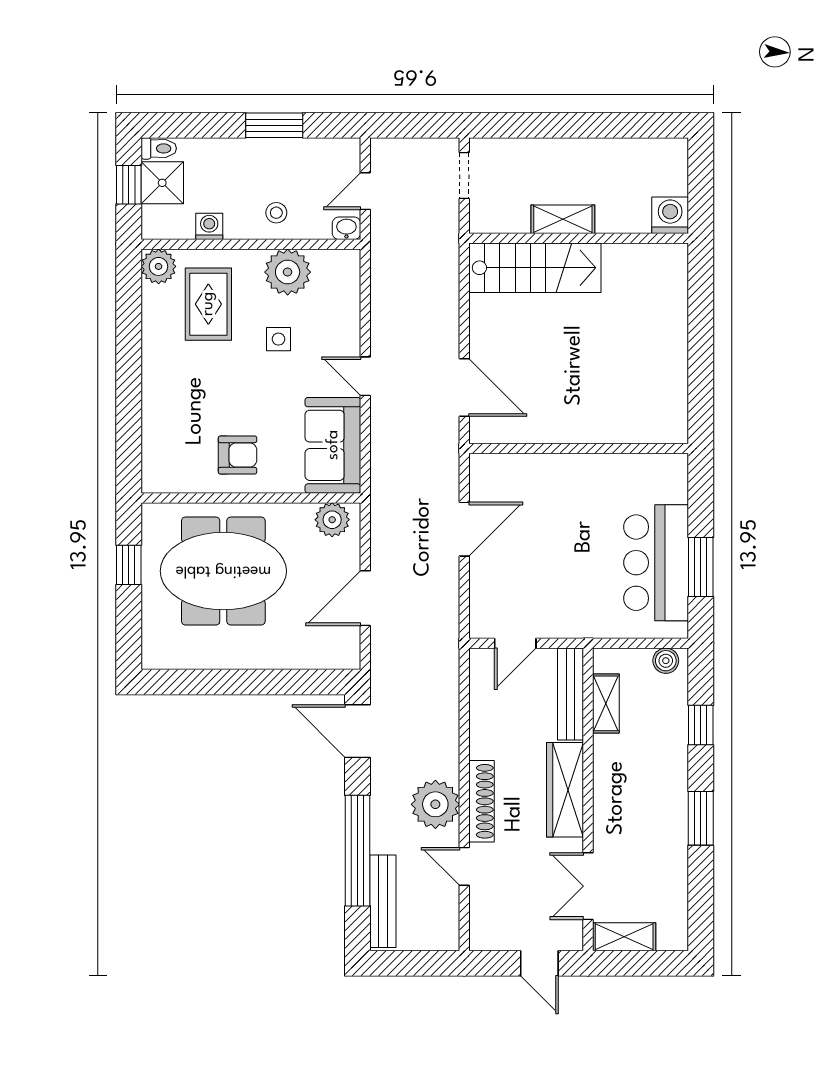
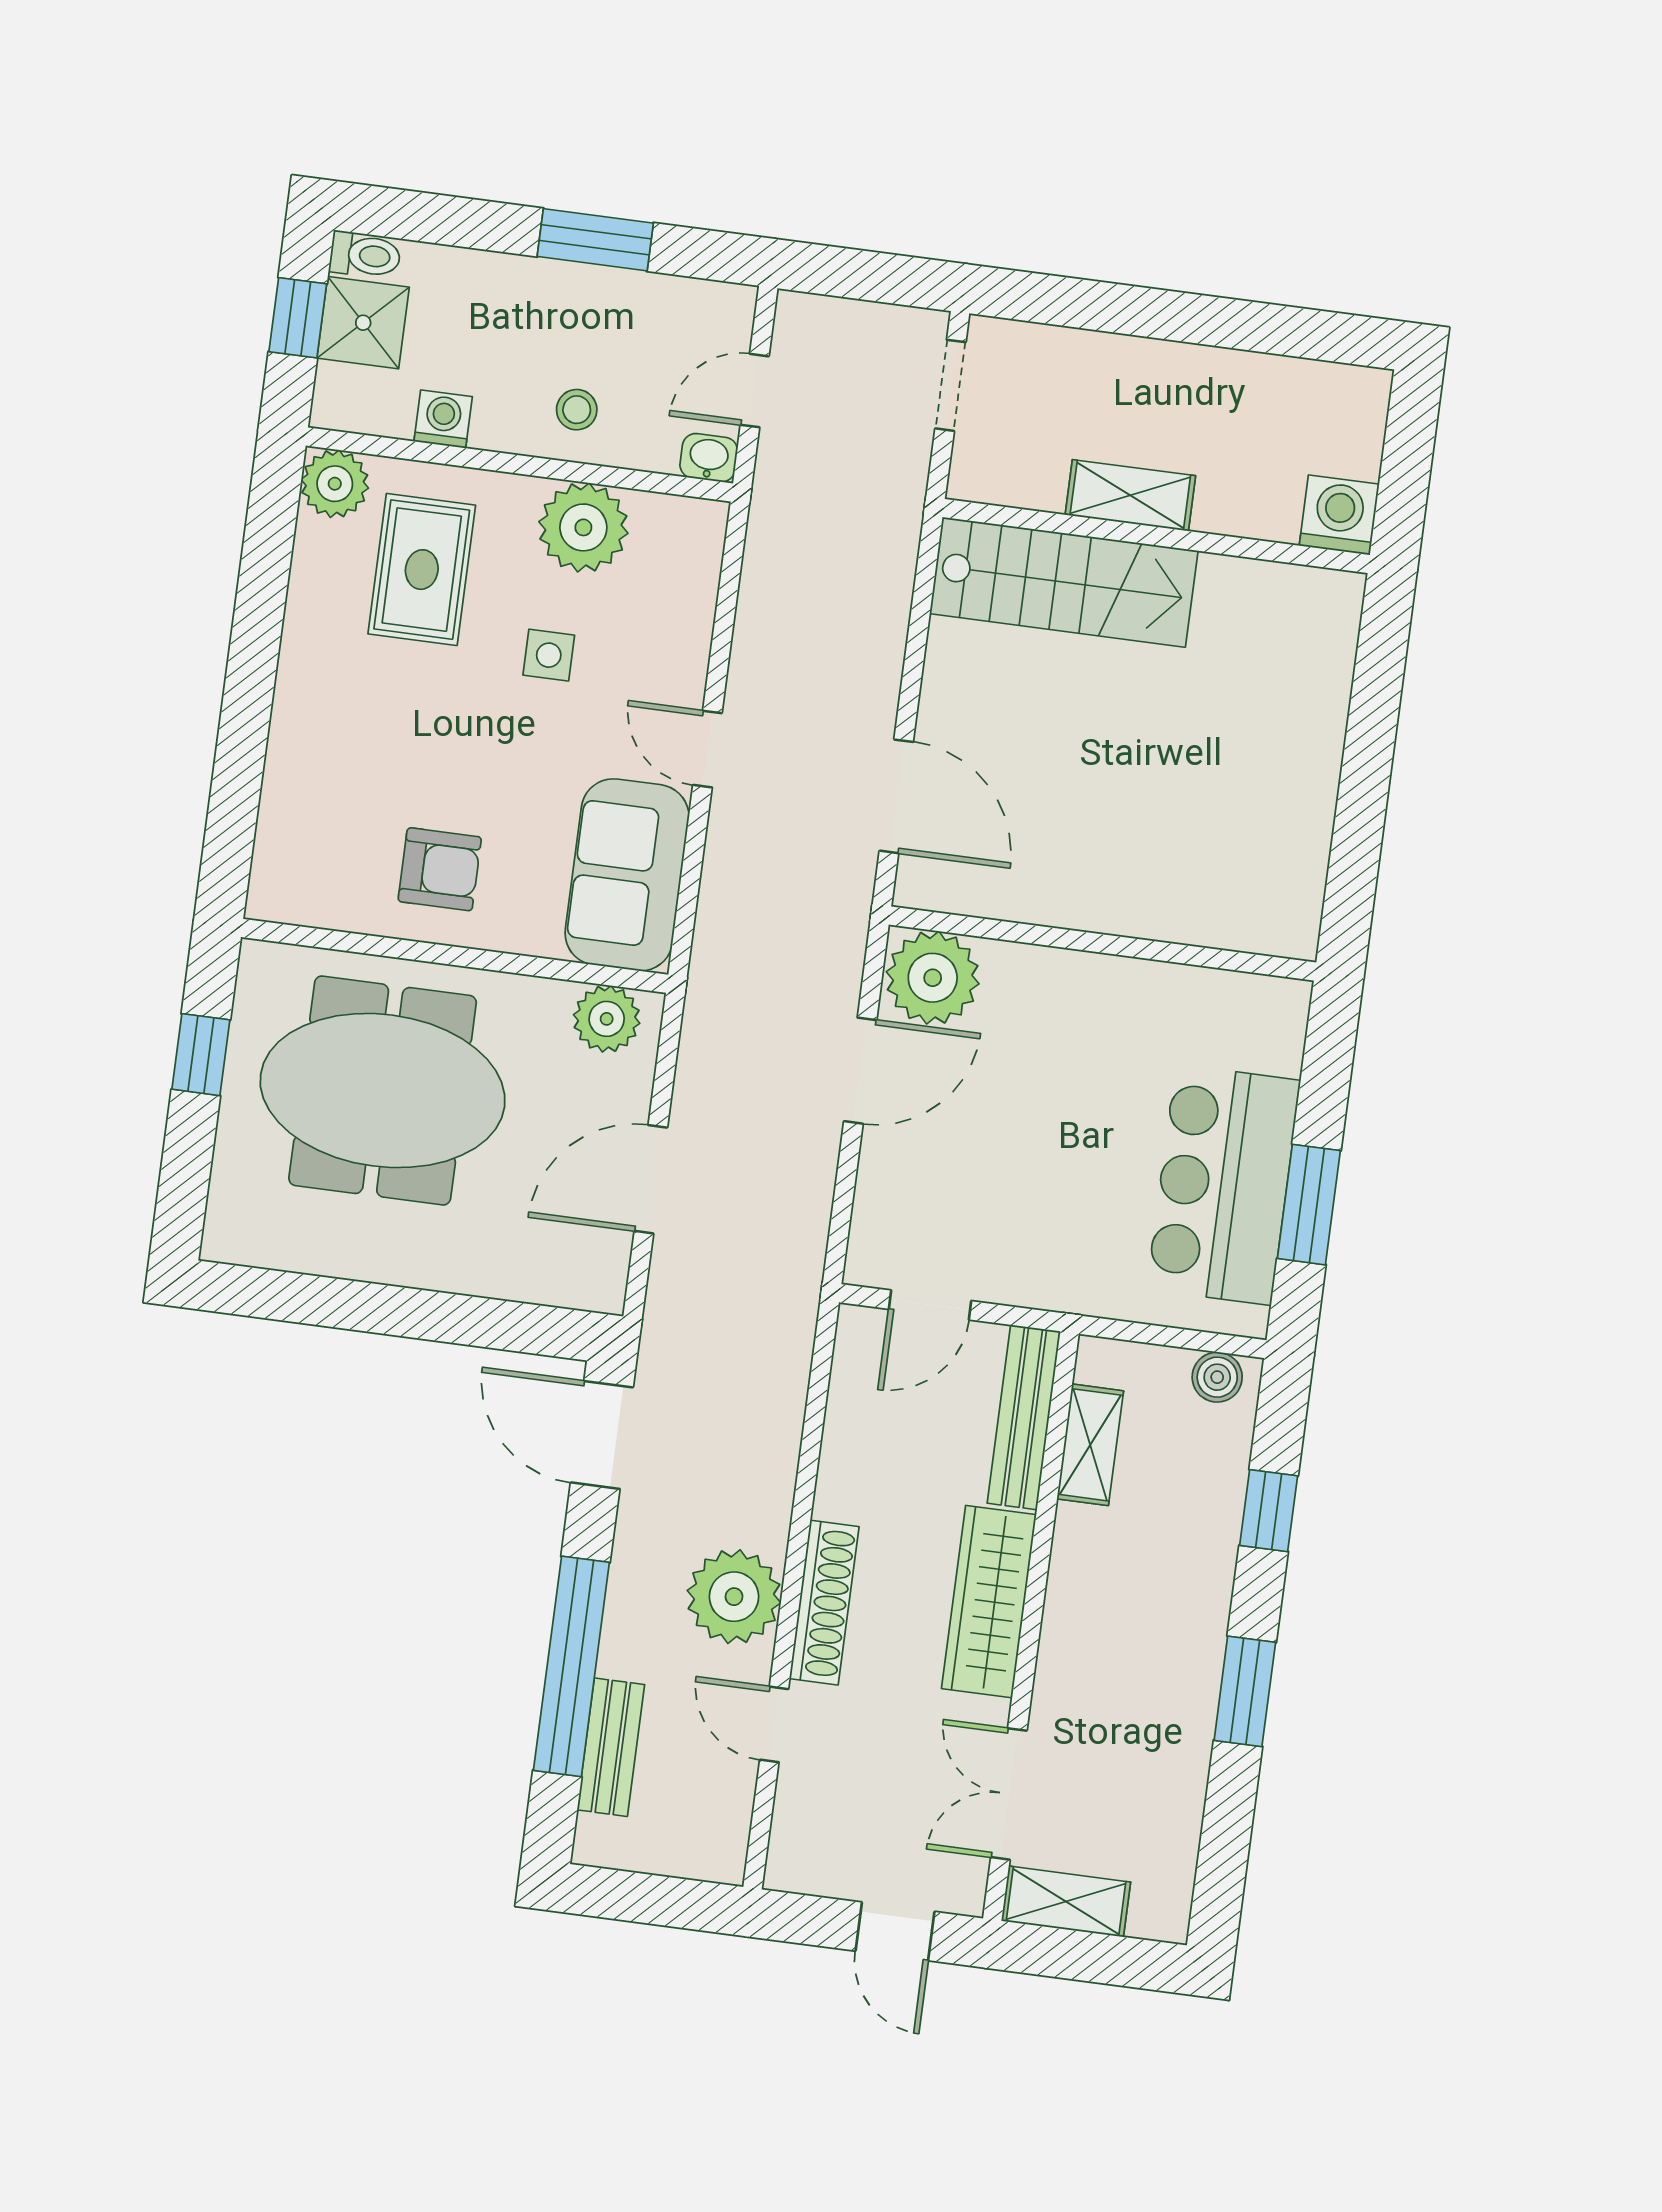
plant: (495, 477) -> (933, 978), added
bench: (383, 901) -> (611, 1747), width x0.73

